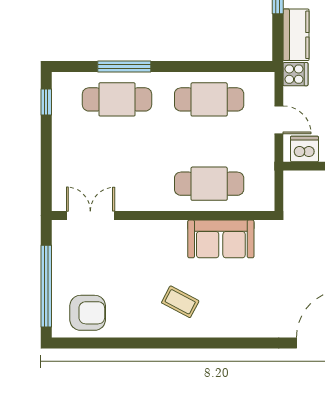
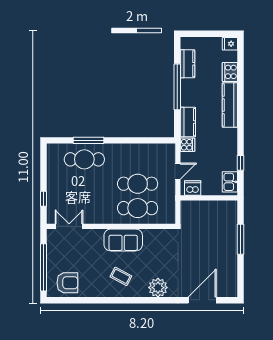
cafe table: (209, 99) -> (138, 184), moved
window: (46, 102) -> (43, 199), moved
door: (279, 120) -> (178, 171), hinge flipped
sofa: (221, 239) -> (123, 240), moved
plant: (244, 321) -> (158, 288), added

